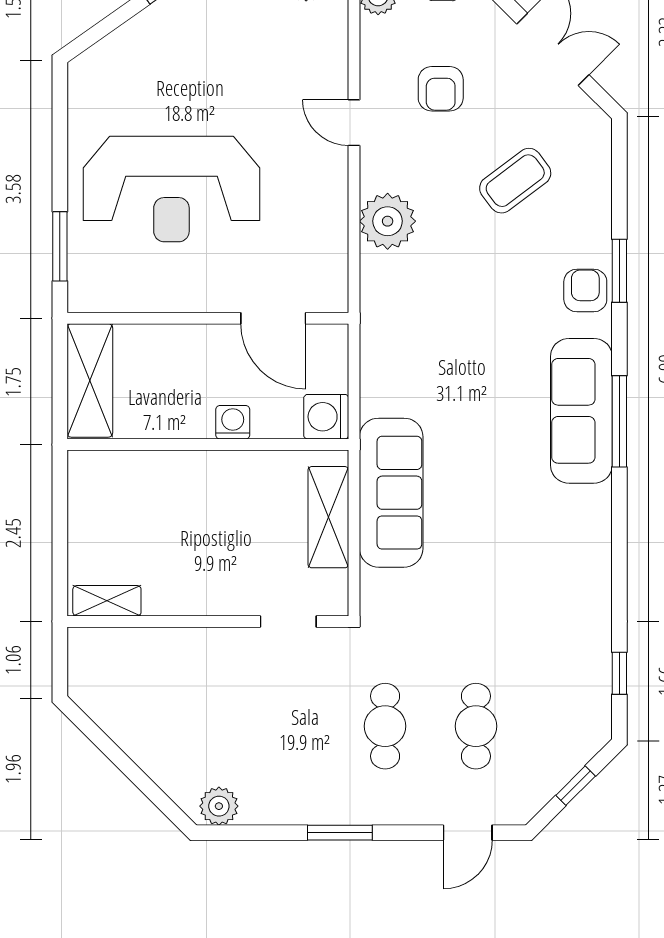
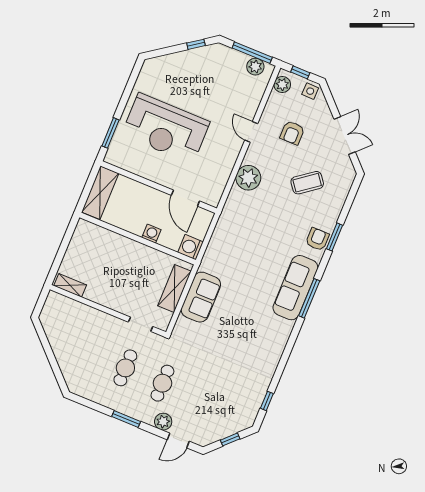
sofa: (391, 493) -> (201, 297), width x0.73
cafe table: (476, 726) -> (125, 368), moved
plant: (219, 806) -> (163, 422), moved

